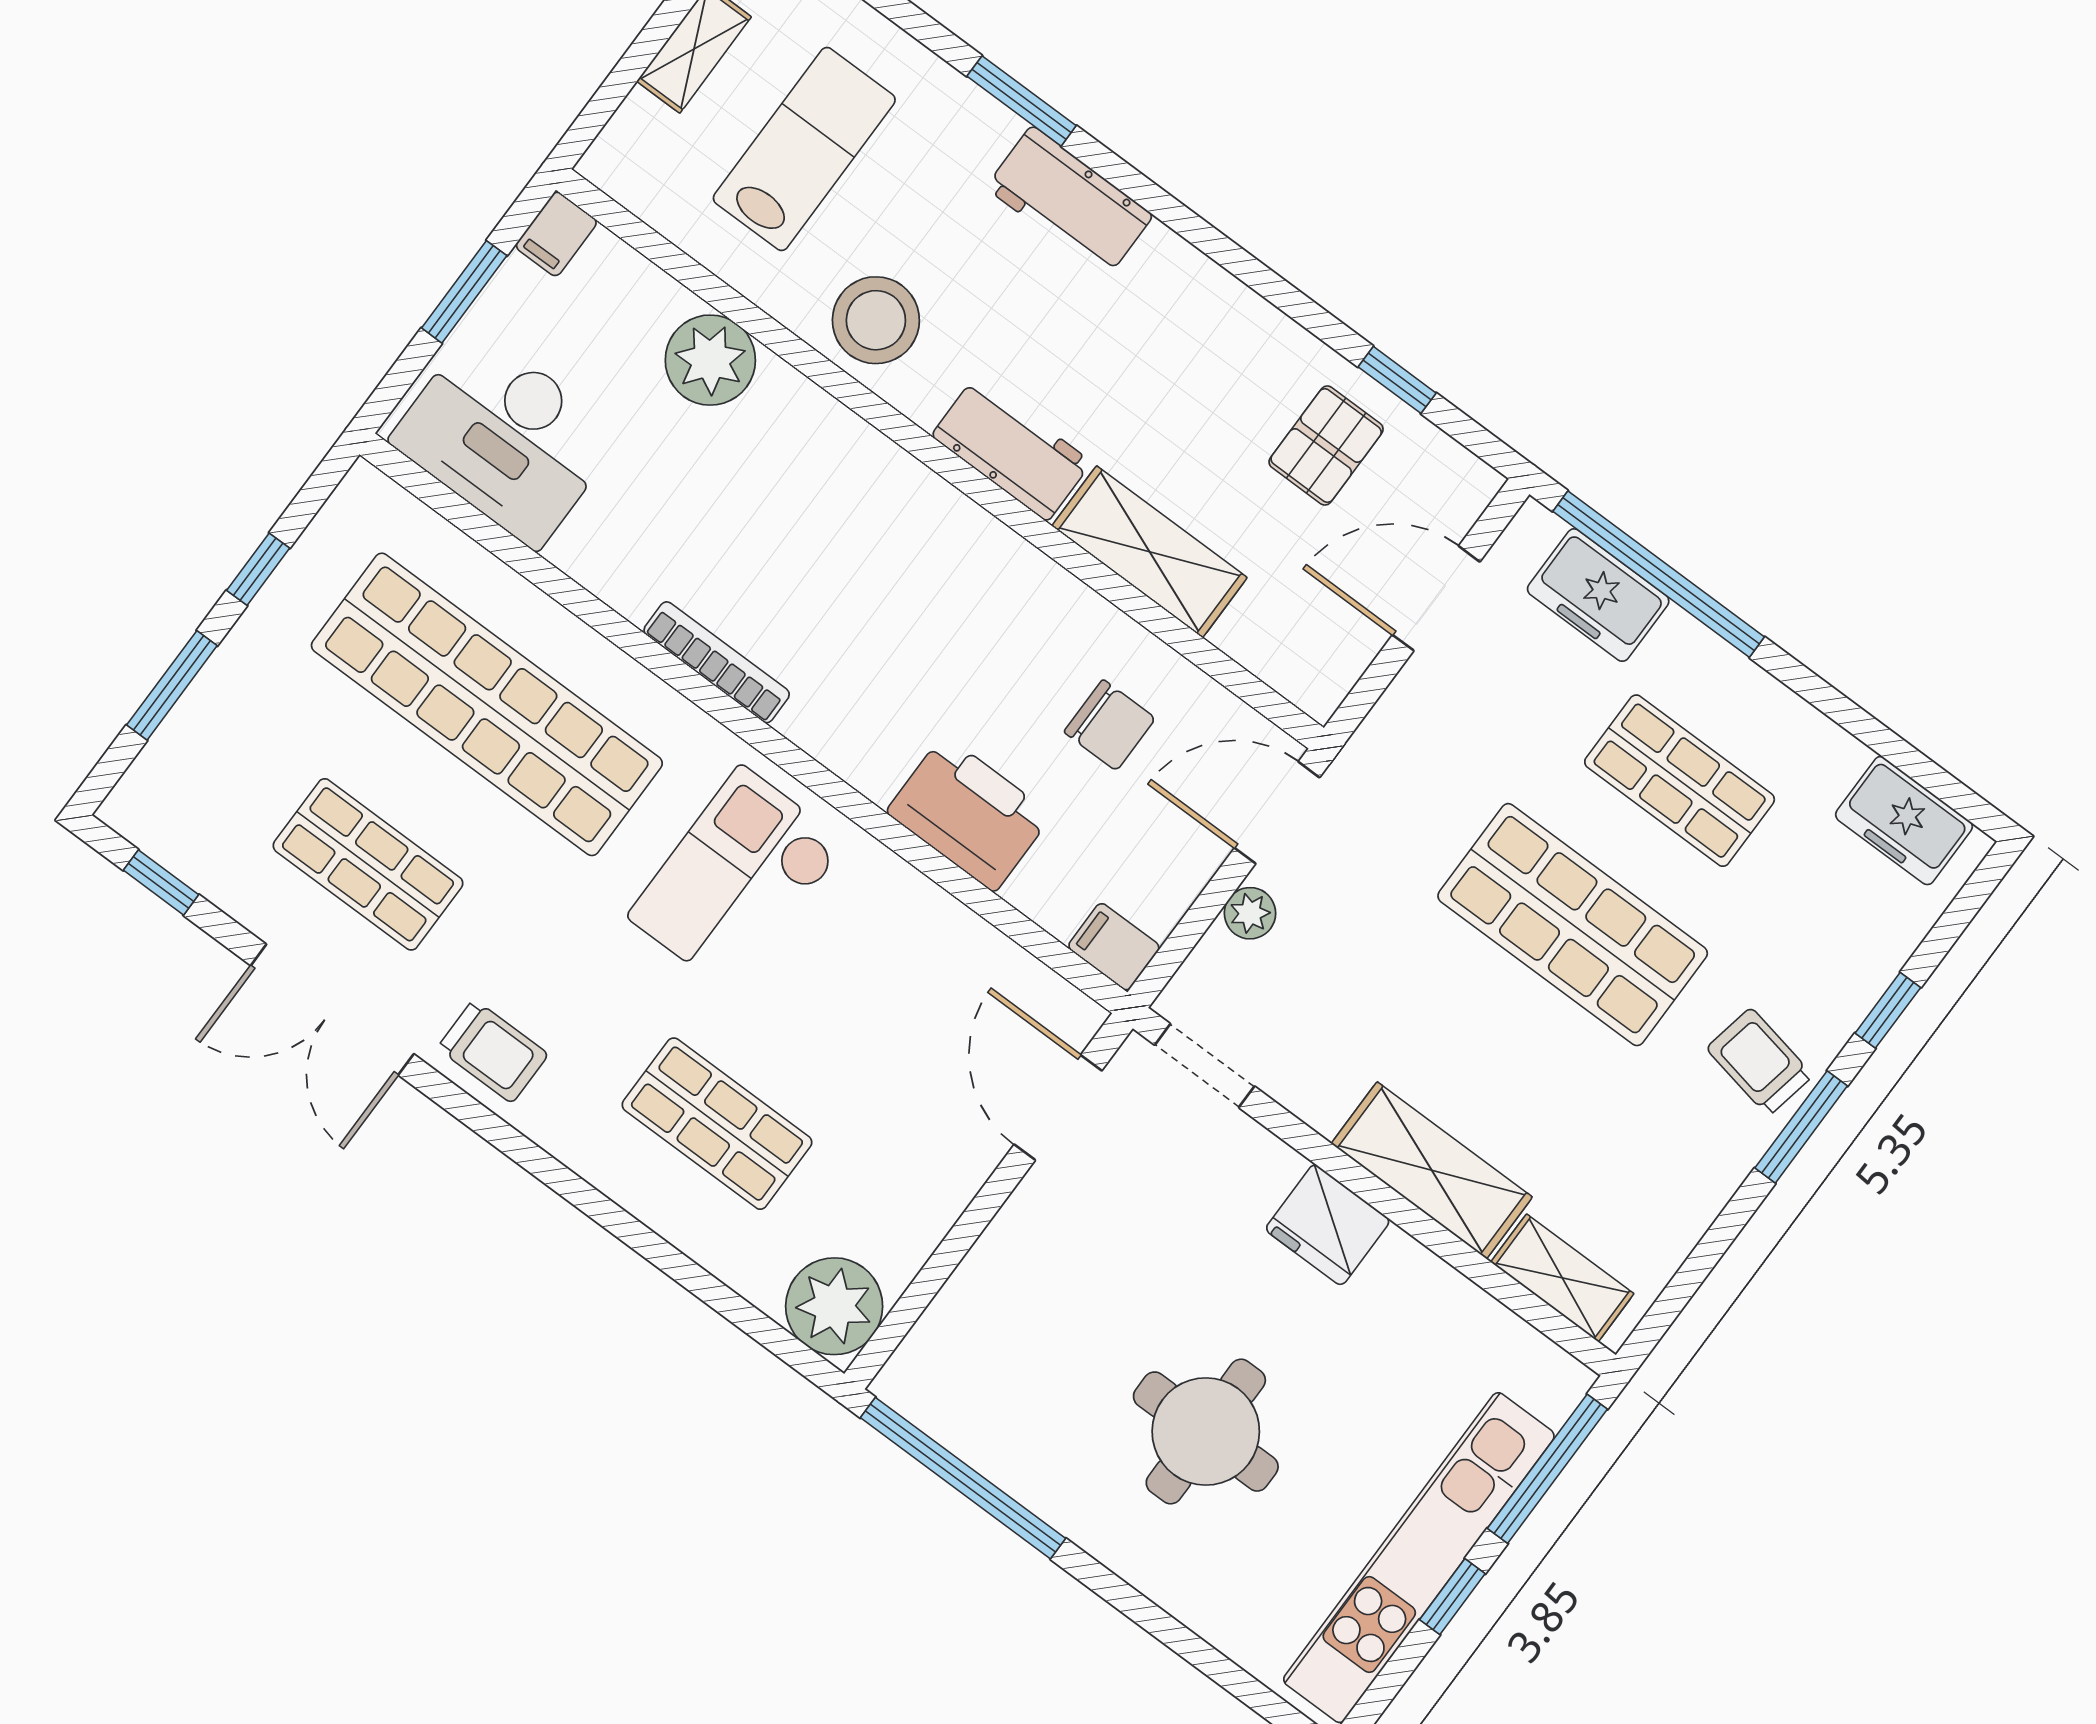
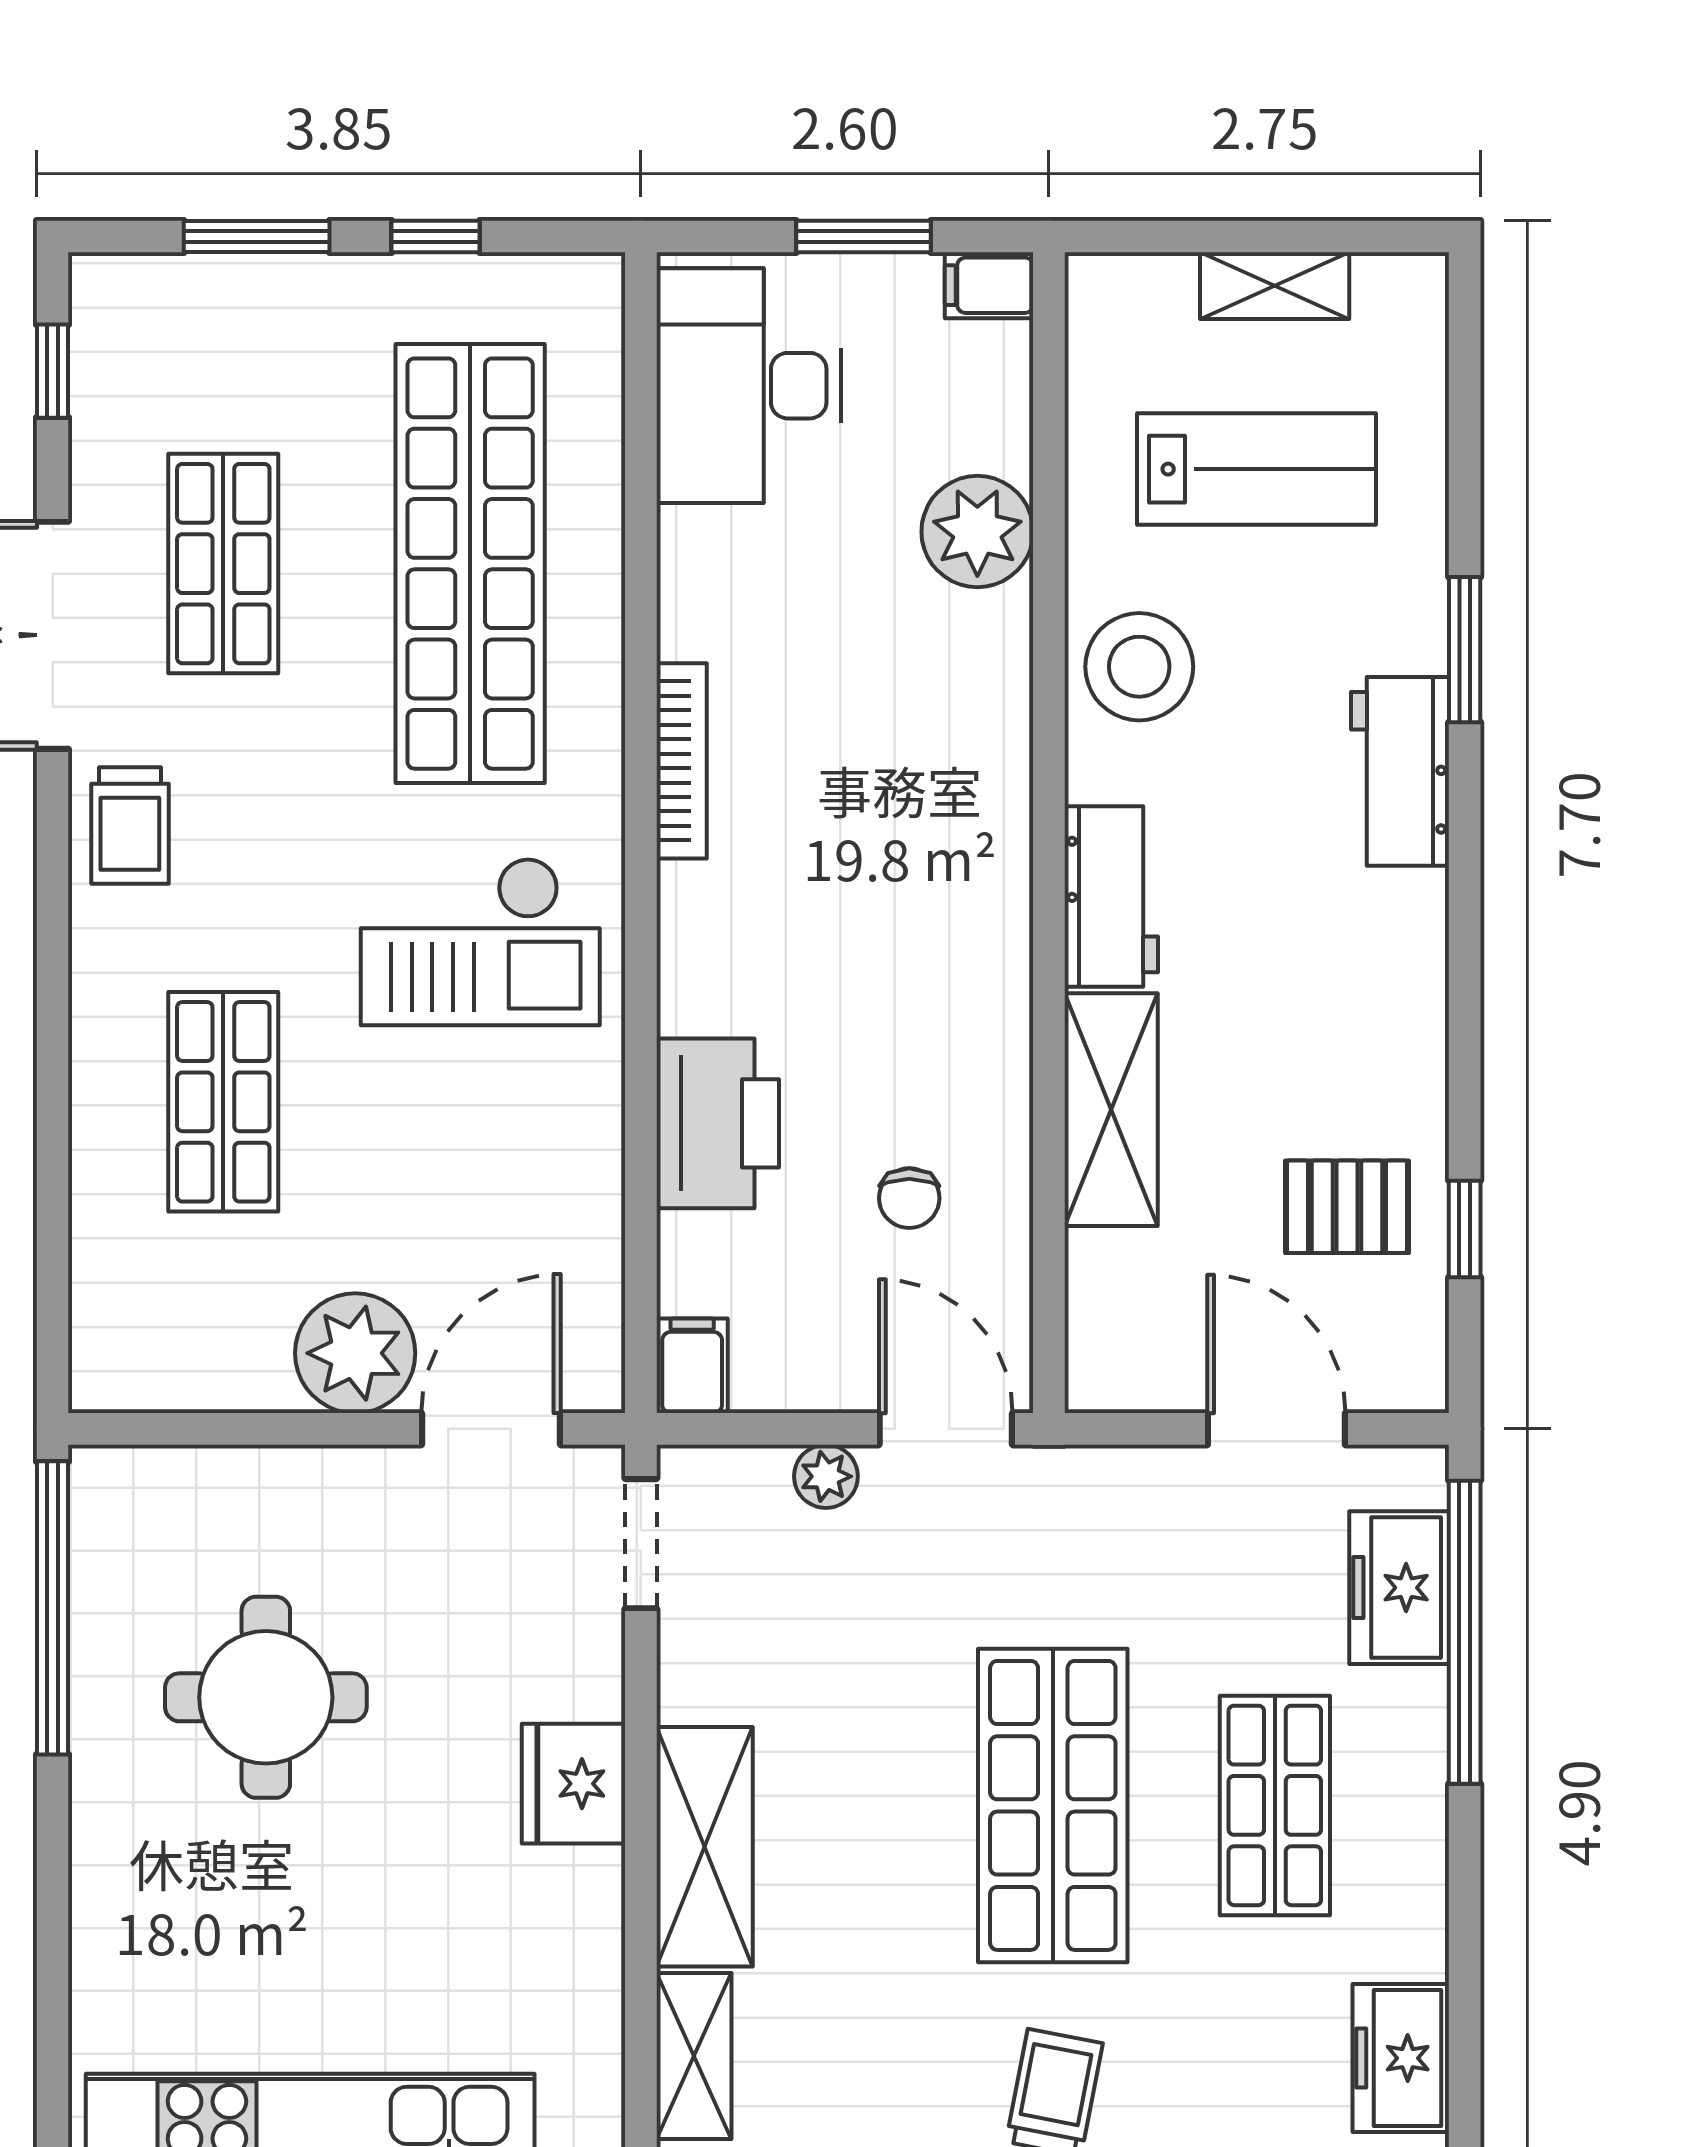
chair: (1110, 725) -> (909, 1198), width x0.73, depth x0.73
checkout: (737, 880) -> (480, 942), turned 180
plant: (834, 1306) -> (355, 1353), moved
round table: (1206, 1432) -> (266, 1697), moved

